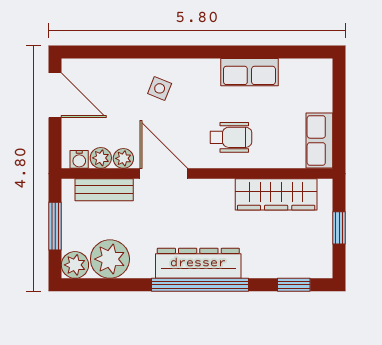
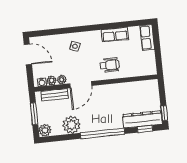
row of seats: (319, 140) -> (147, 38), moved
door: (164, 174) -> (81, 85), swing flipped
wardrobe: (276, 194) -> (133, 89), removed
window: (339, 228) -> (164, 113), moved
plant: (110, 259) -> (72, 125), moved
dresser: (198, 263) -> (142, 119), moved

